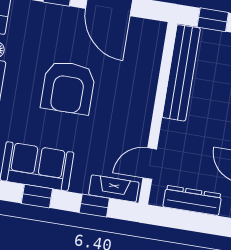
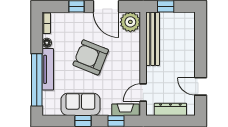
plant: (147, 37) -> (130, 22), added
armchair: (68, 88) -> (91, 57), turned 112

